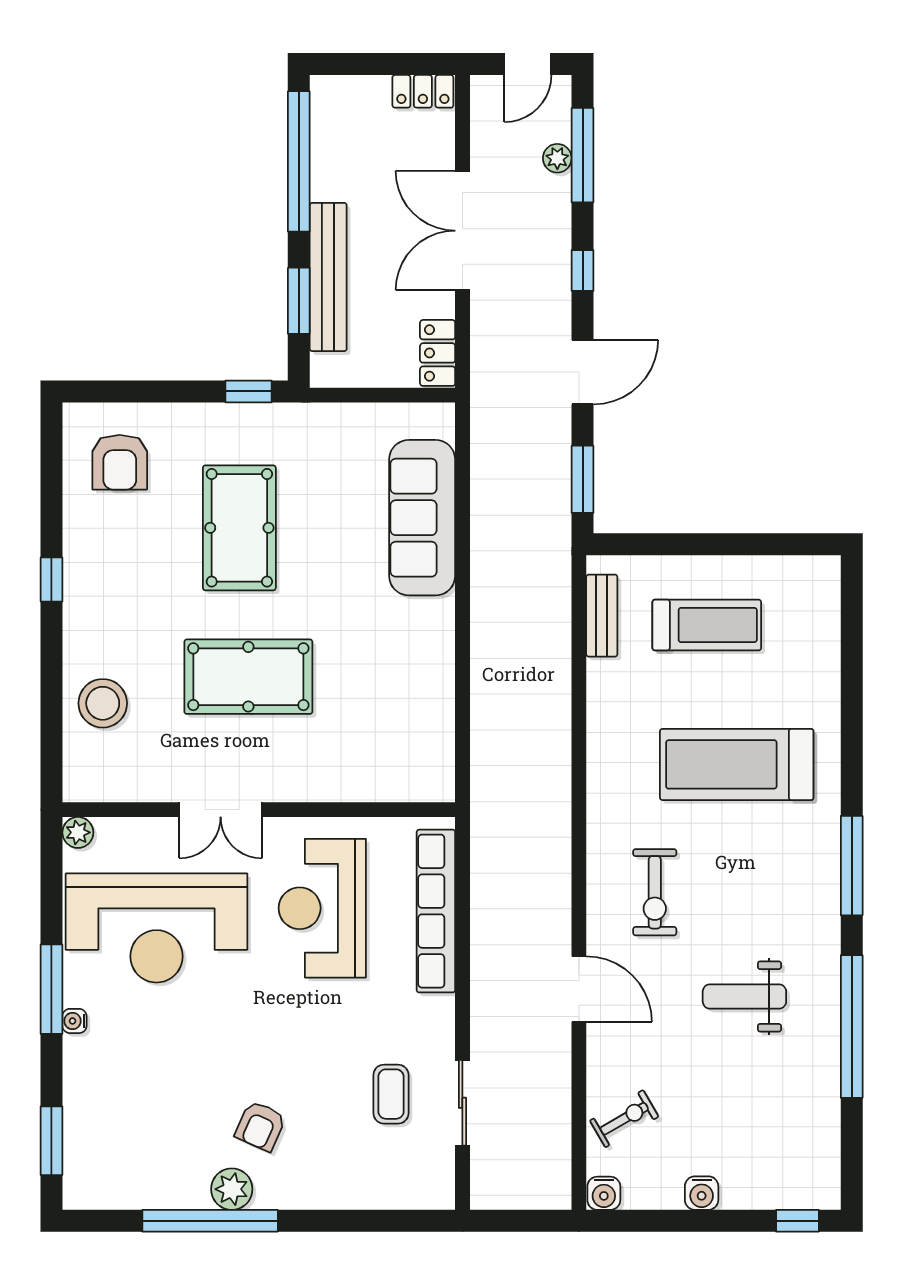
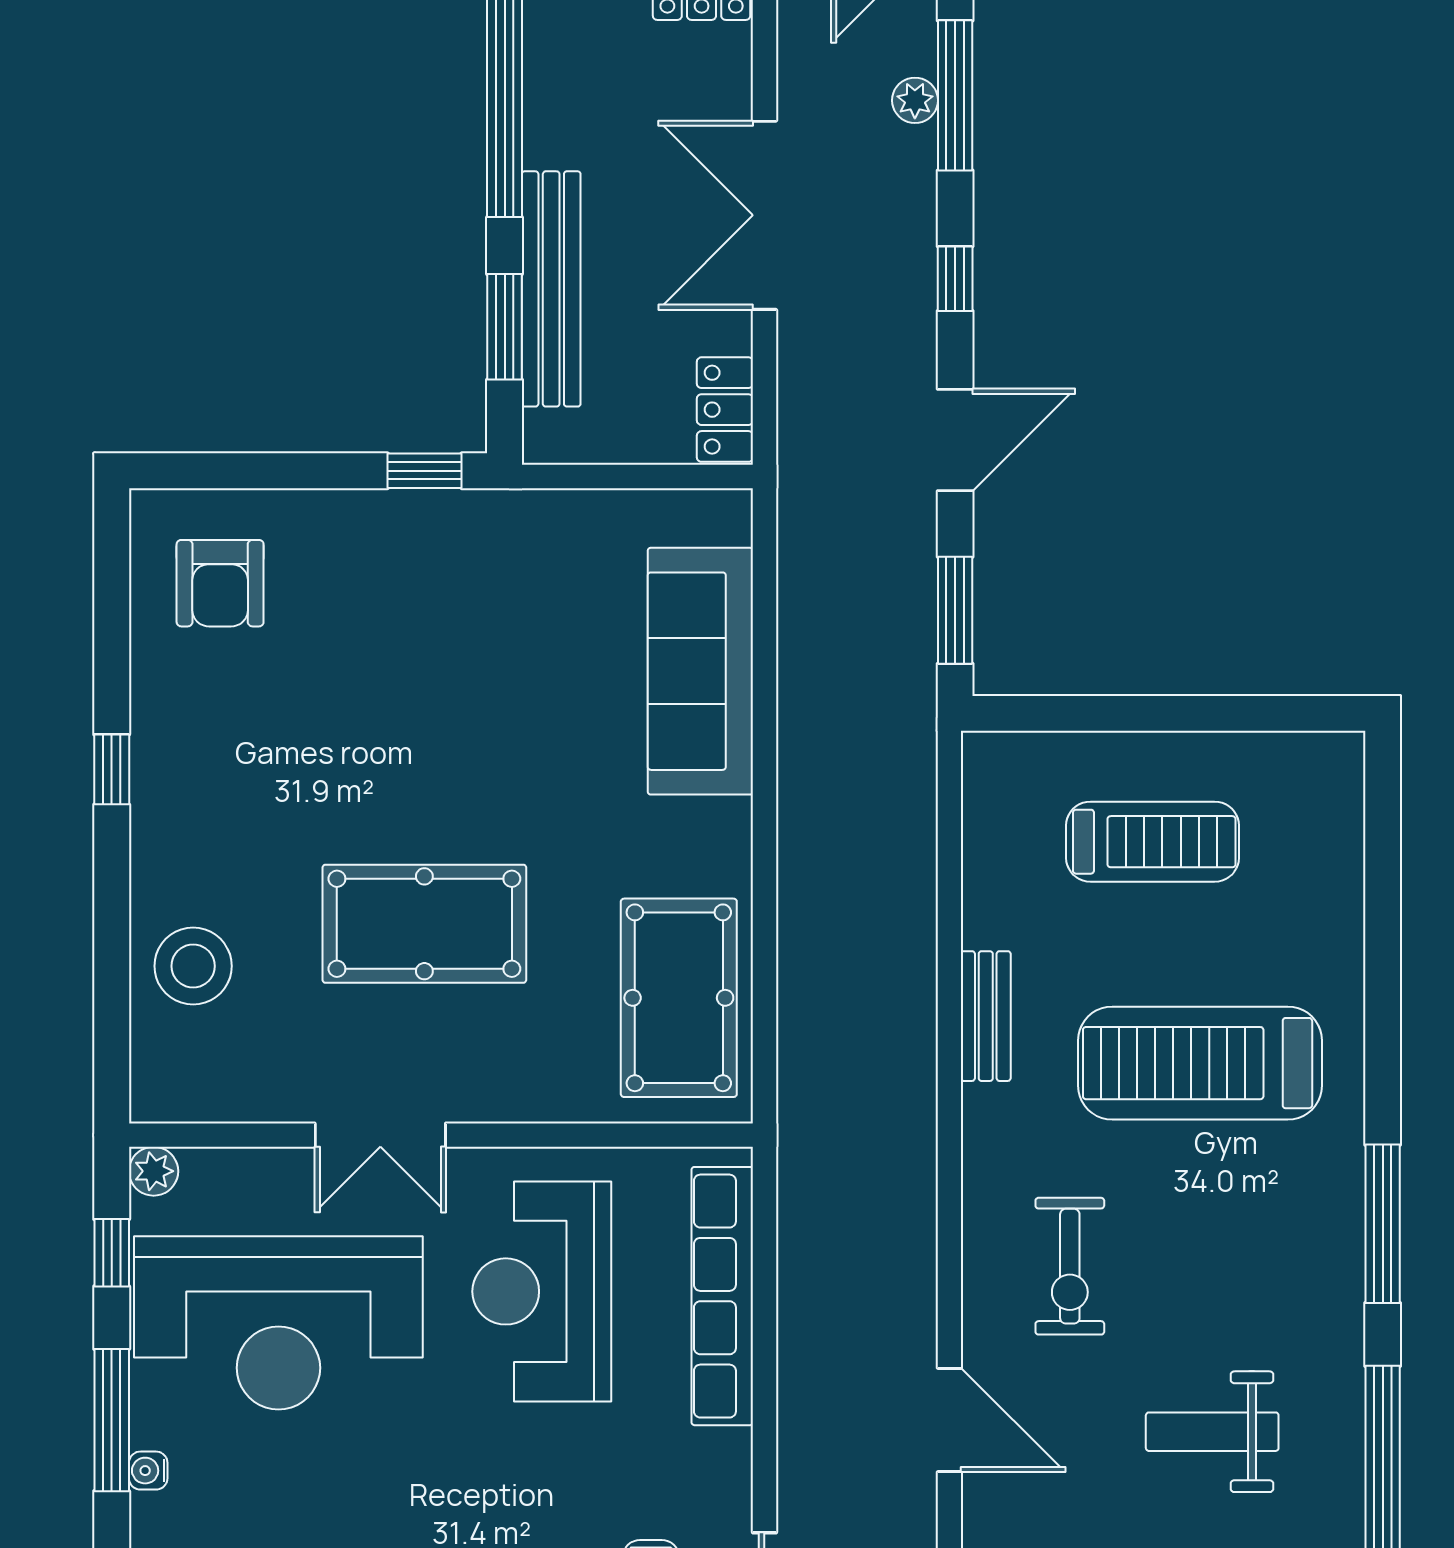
pool table: (239, 528) -> (679, 998), moved
bench: (602, 616) -> (986, 1016), moved
window: (51, 884) -> (112, 1253), added

